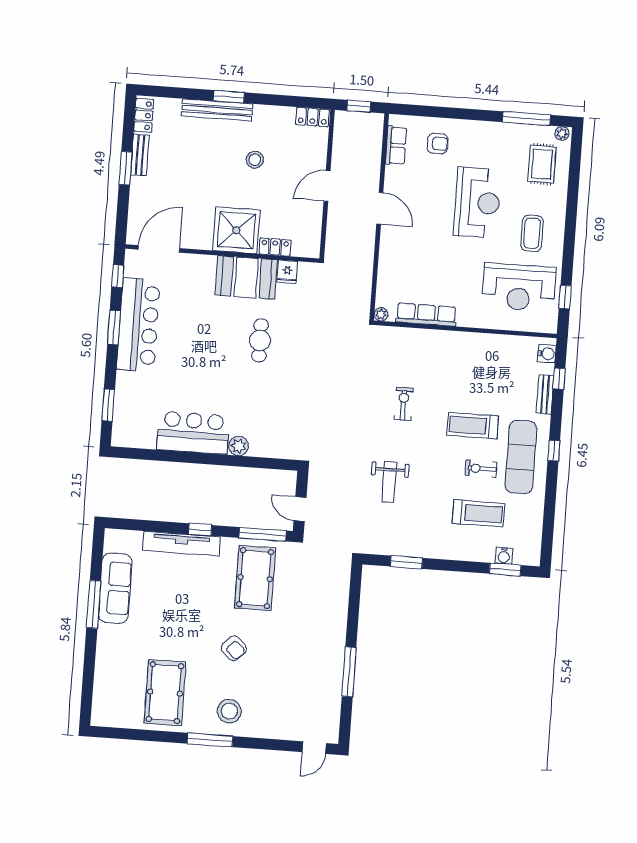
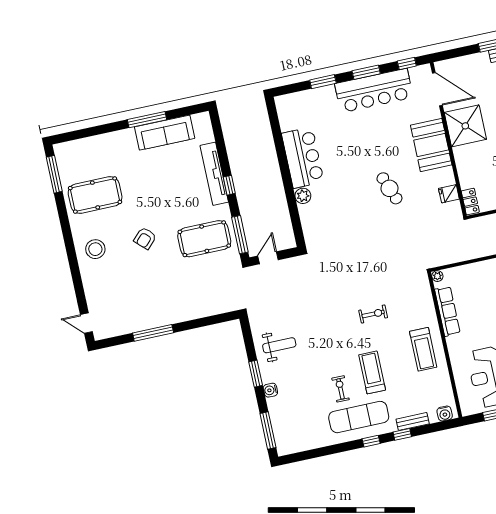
shower: (236, 230) -> (465, 126), moved
locker: (275, 247) -> (470, 202), moved
booth: (246, 277) -> (431, 145), moved
cafe table: (260, 340) -> (389, 188), turned 69
window: (559, 379) -> (402, 434), moved
window: (108, 405) -> (323, 82), moved
weight bench: (389, 482) -> (279, 345), moved, turned 180
treadmill: (479, 513) -> (423, 349), moved
water cooler: (504, 556) -> (270, 390), moved
window: (406, 562) -> (256, 374), moved
window: (505, 569) -> (268, 430), width x1.44
window: (210, 740) -> (54, 174), moved

